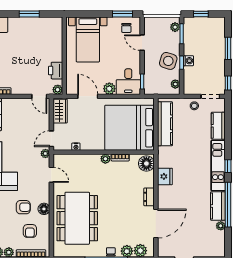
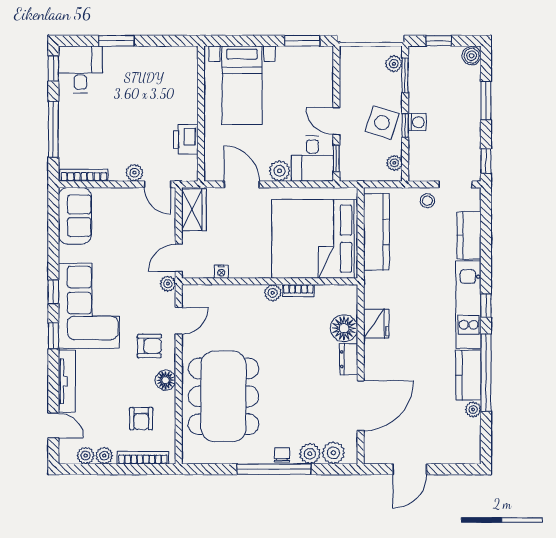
window: (29, 14) -> (116, 41), moved
boiler: (220, 23) -> (472, 56), added
chair: (126, 28) -> (309, 65), removed
door: (142, 43) -> (336, 121), moved
plant: (58, 90) -> (134, 173), moved
floor lamp: (146, 164) -> (344, 328), moved
door: (51, 175) -> (179, 321), hinge flipped
armchair: (23, 207) -> (149, 346), moved

